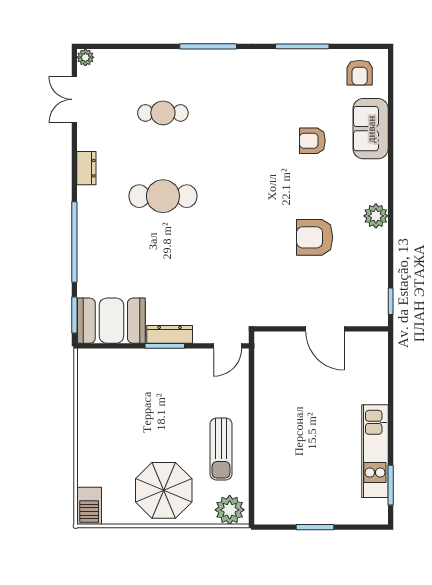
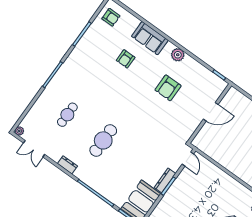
sofa: (371, 129) -> (150, 38), moved
sun lounger: (221, 449) -> (230, 194), removed

